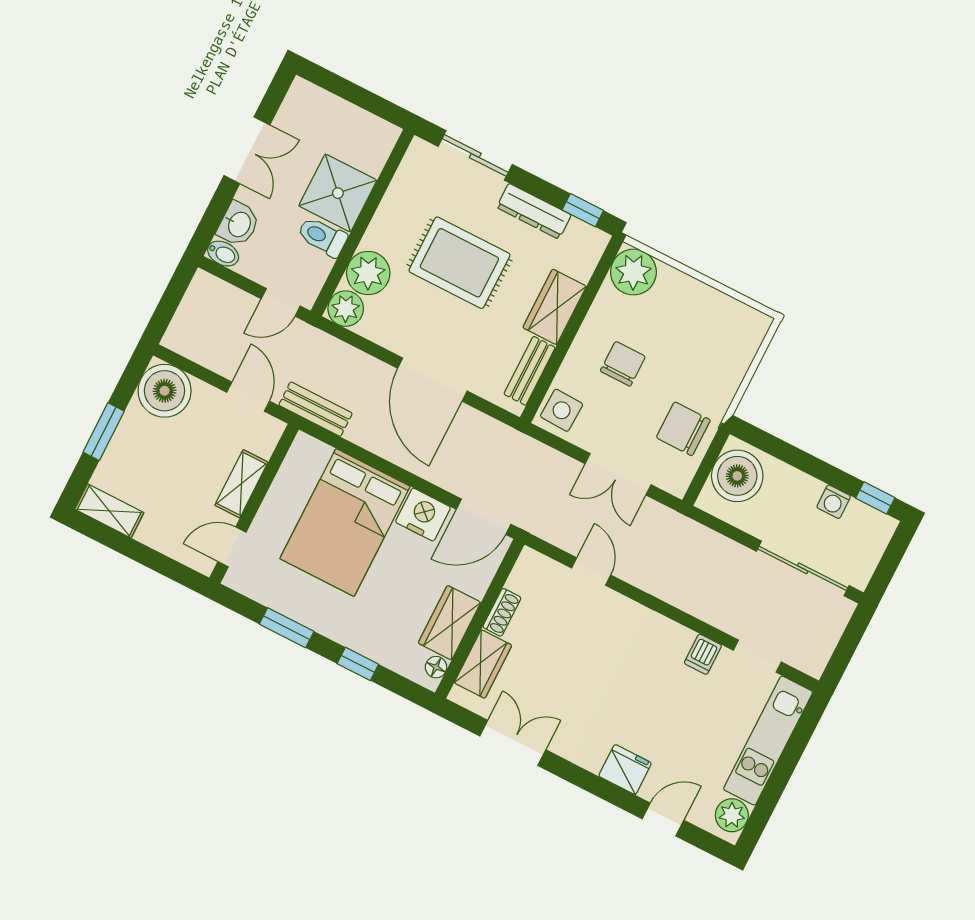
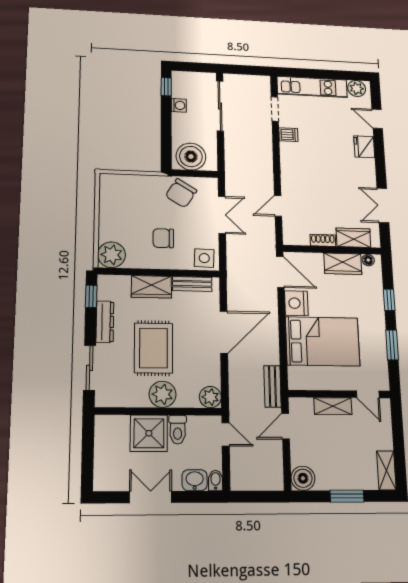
plant: (368, 273) -> (163, 394), moved
boiler: (165, 391) -> (303, 478), width x0.73, depth x0.73
chair: (683, 429) -> (181, 193), turned 32

